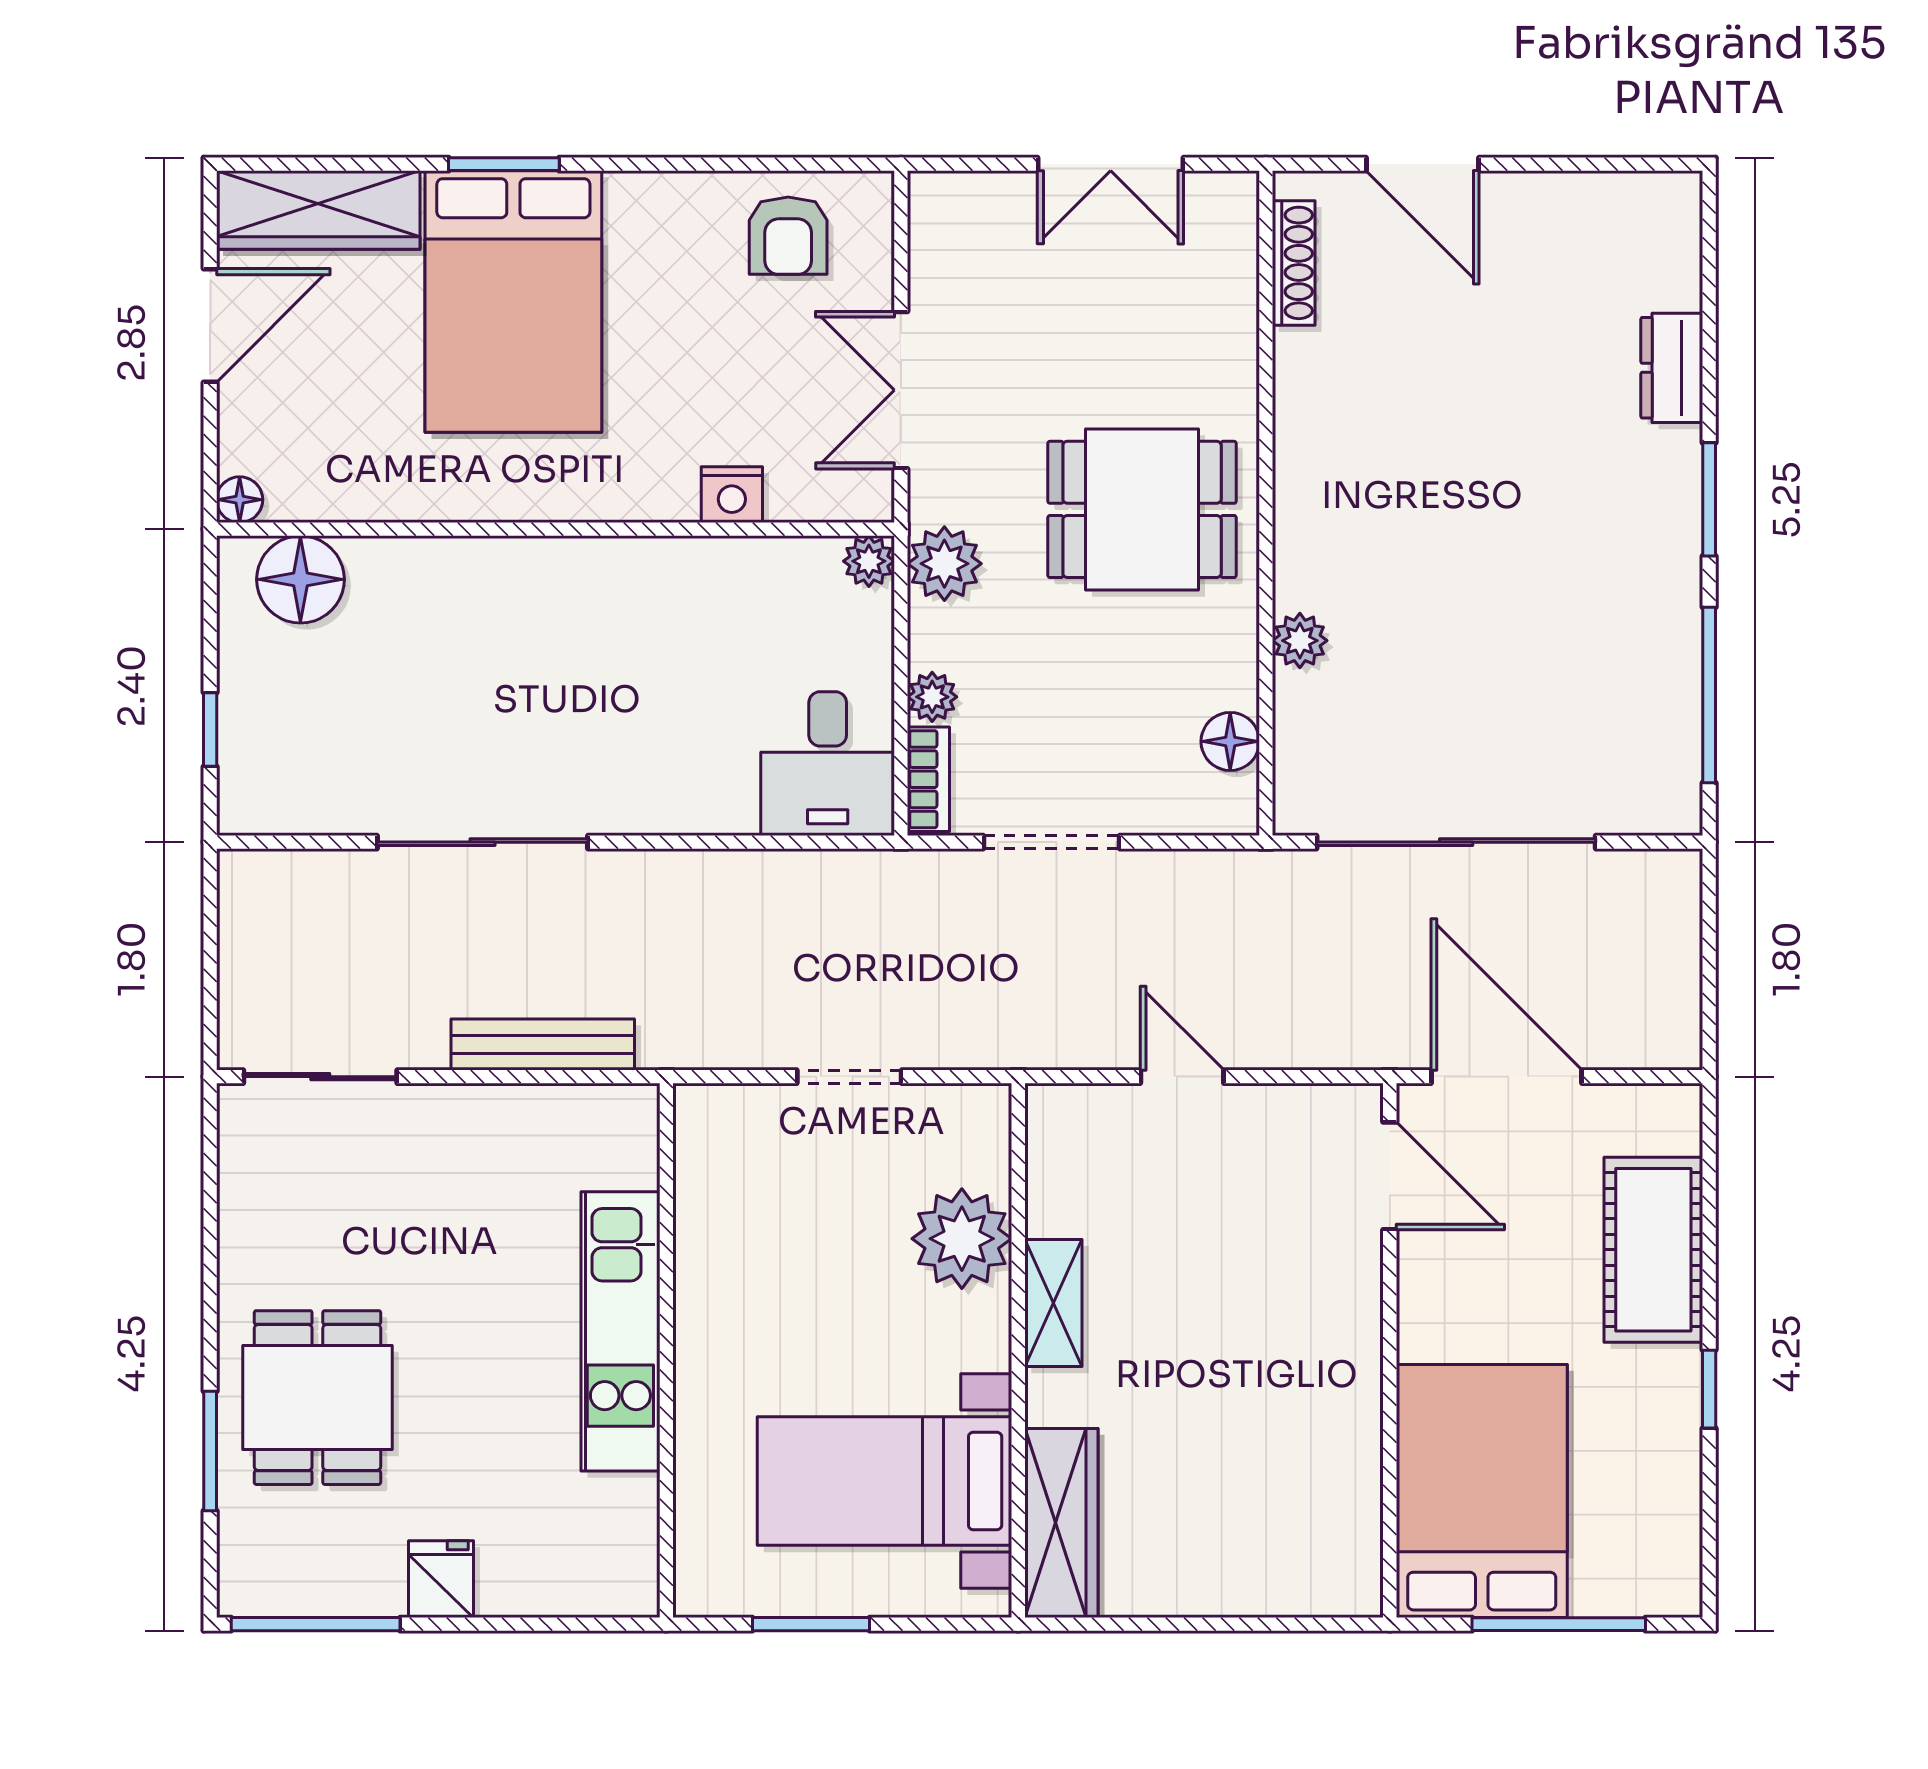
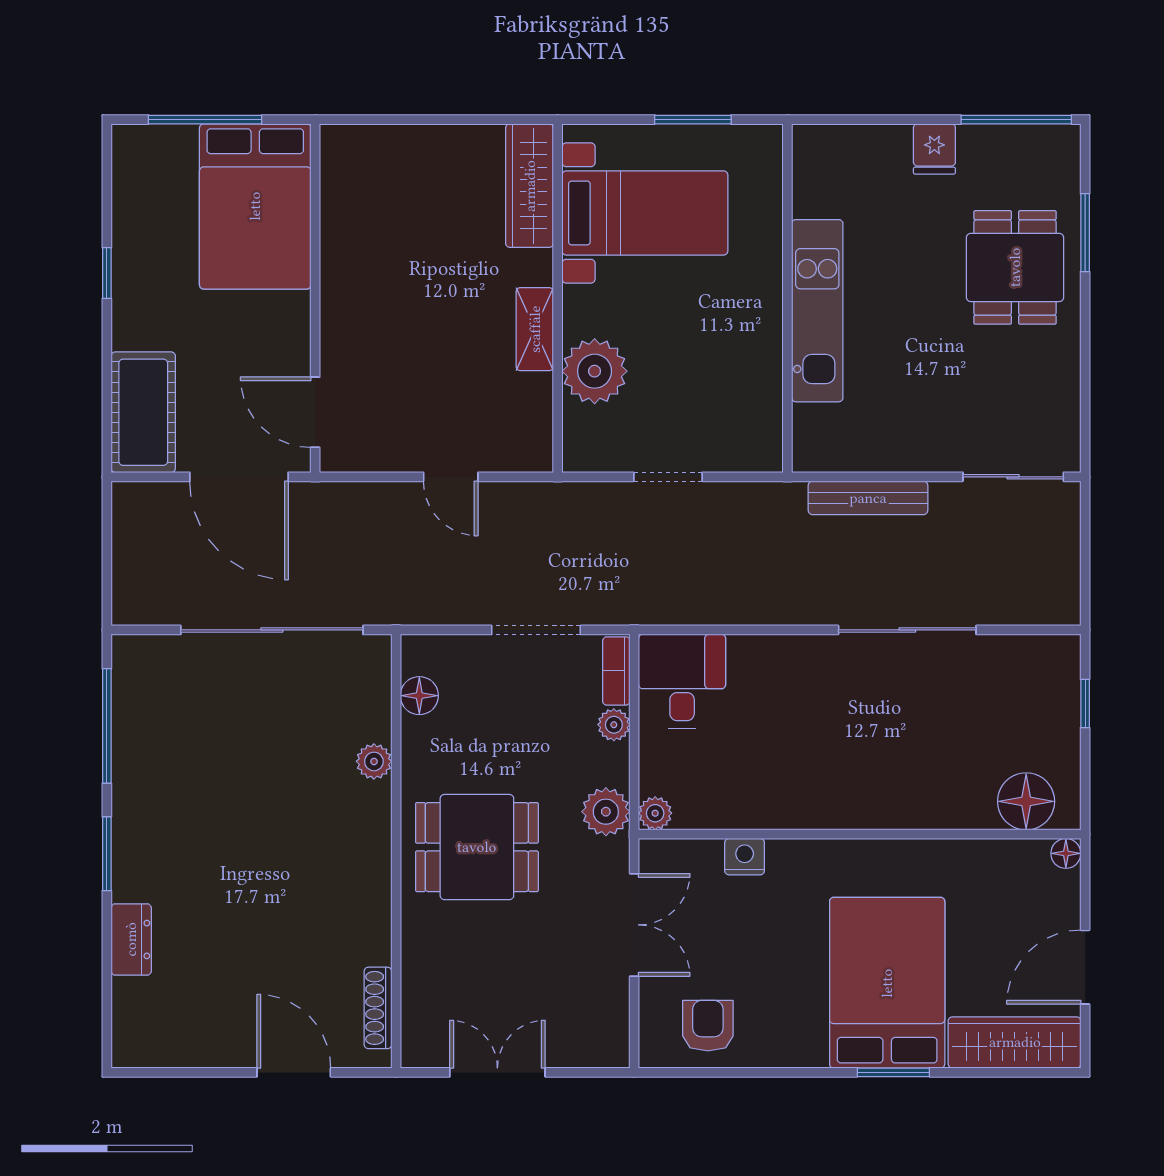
cot: (1653, 1250) -> (143, 412), moved

